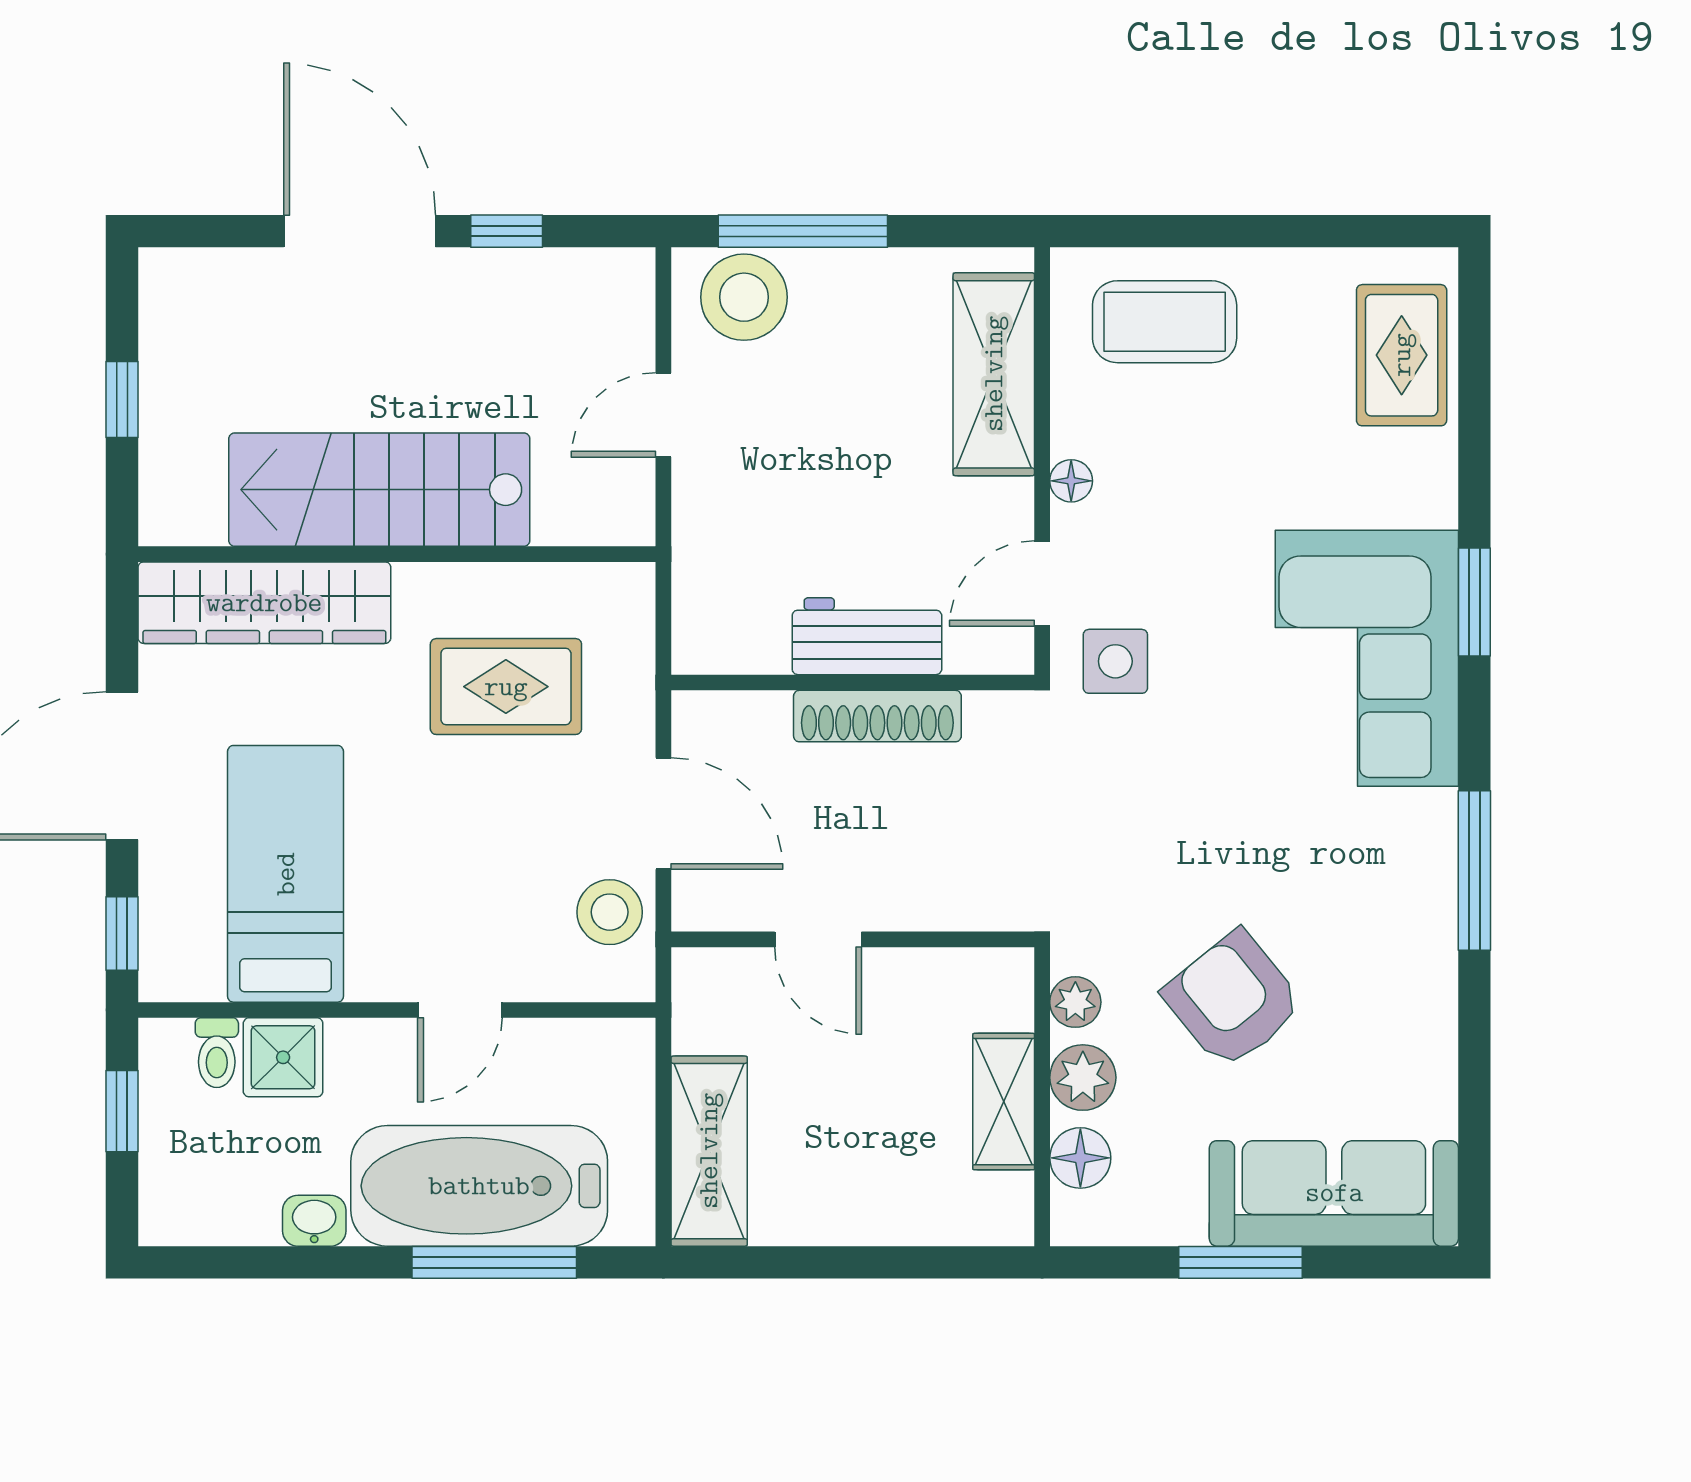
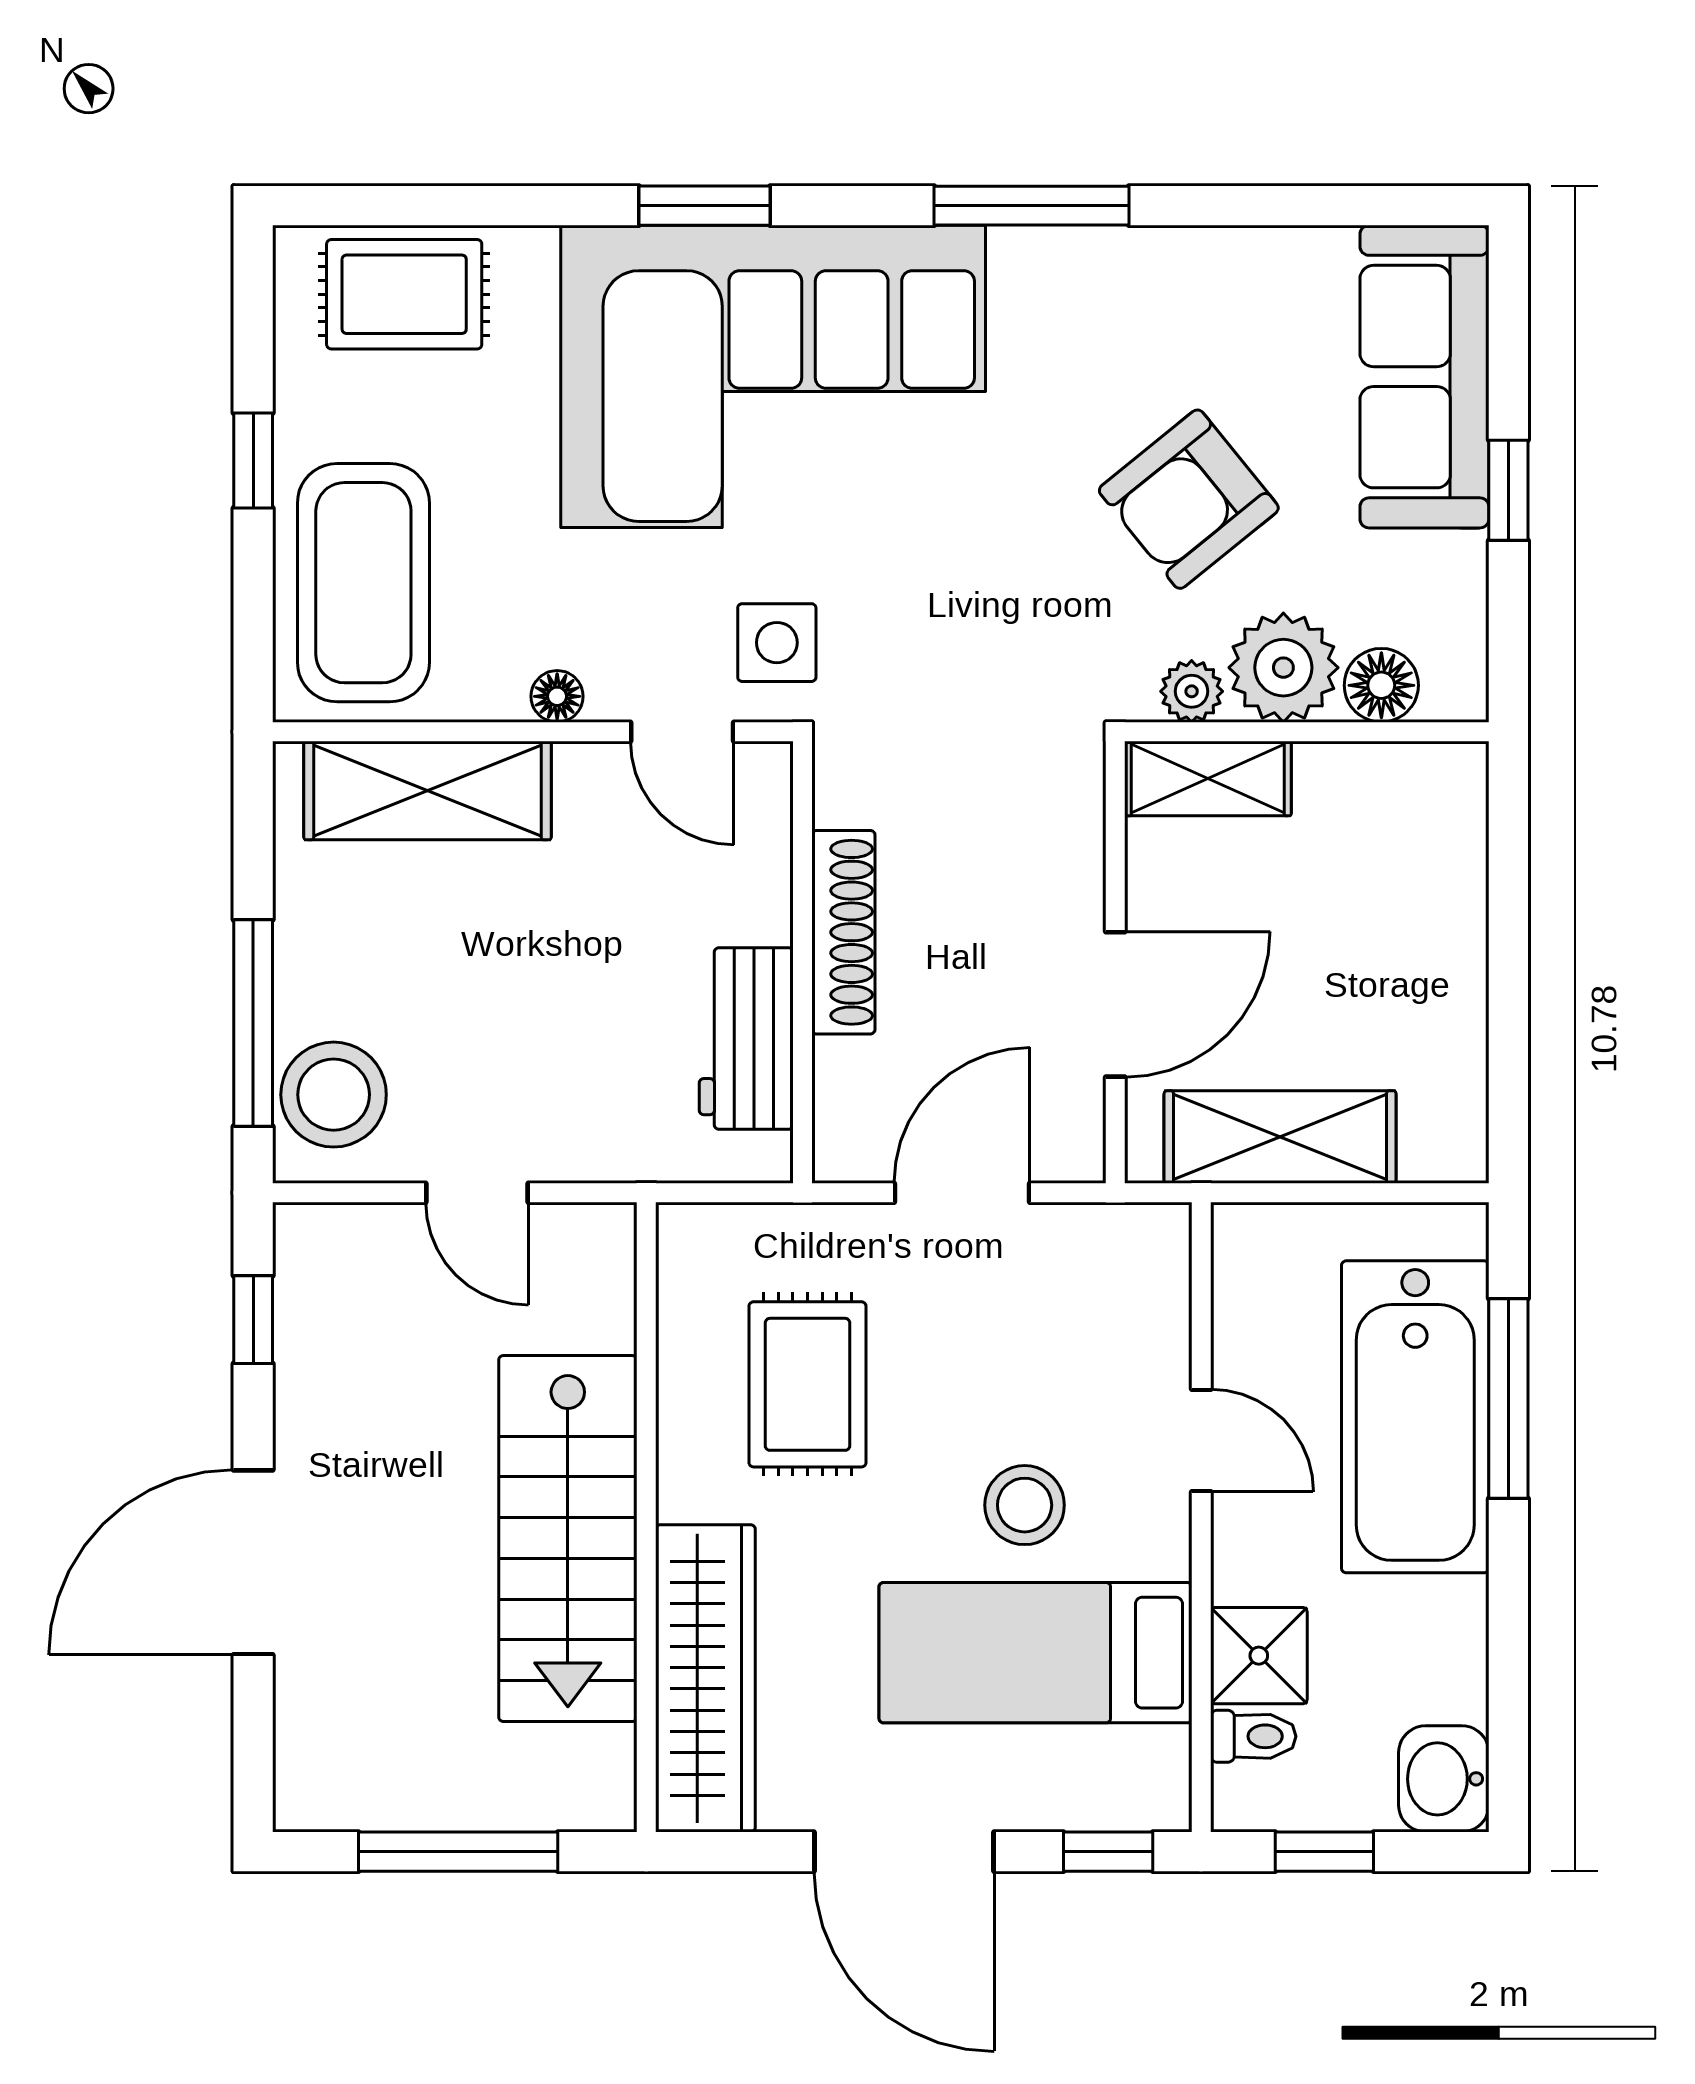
window: (507, 231) -> (253, 1320), moved
window: (1265, 231) -> (253, 461), added
coffee table: (1165, 322) -> (363, 583), width x1.36, depth x1.32
window: (122, 400) -> (458, 1852), width x2.17
workbench: (867, 636) -> (746, 1038), moved
corner sofa: (1367, 658) -> (773, 376), width x1.36, depth x1.36
stool: (610, 912) -> (1025, 1505), moved
door: (818, 939) -> (1115, 1004), width x1.38
plant: (1083, 1078) -> (1283, 668), width x1.36, depth x1.36
shelving: (1004, 1102) -> (1208, 778), moved
shelving: (709, 1151) -> (1280, 1137), moved
washbasin: (314, 1221) -> (1444, 1779), moved, width x1.38, depth x1.45
window: (1241, 1262) -> (1508, 490), width x0.67

